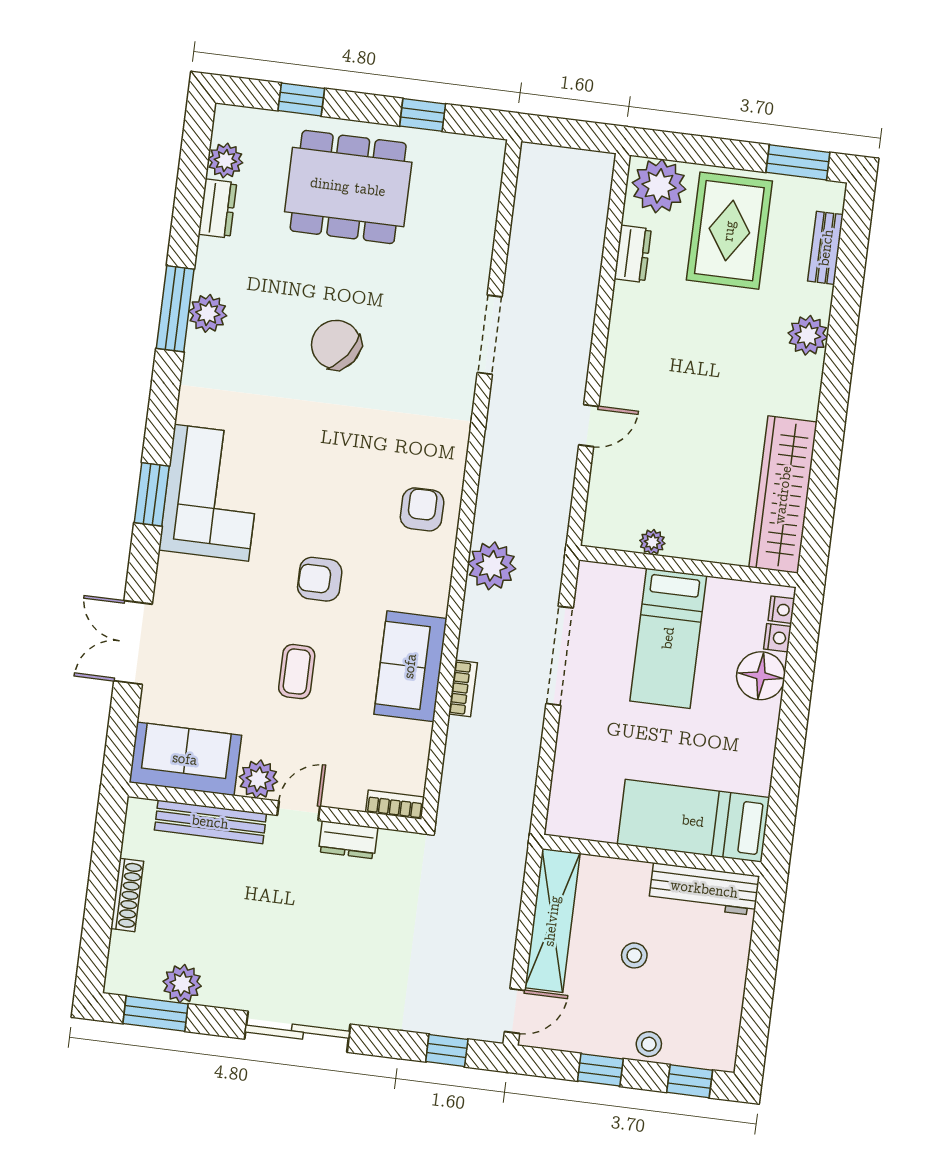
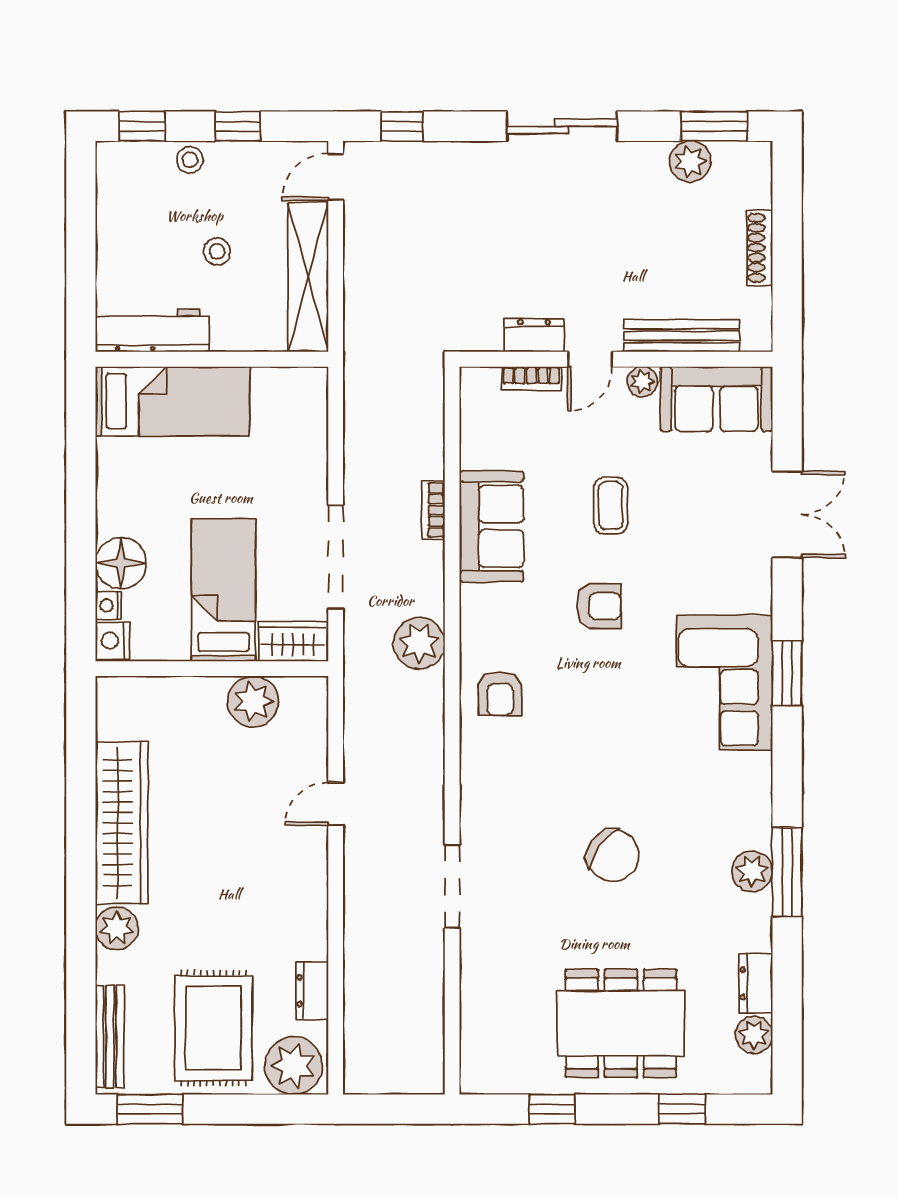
bench: (826, 248) -> (110, 1036), width x1.36
wardrobe: (783, 495) -> (122, 823), moved
plant: (652, 542) -> (253, 701), width x1.88, depth x1.88
wardrobe: (610, 582) -> (293, 641), added
nightstand: (781, 610) -> (113, 641), width x1.39, depth x1.35
plant: (258, 779) -> (642, 382), width x0.73, depth x0.73
bookcase: (395, 805) -> (531, 378), moved

